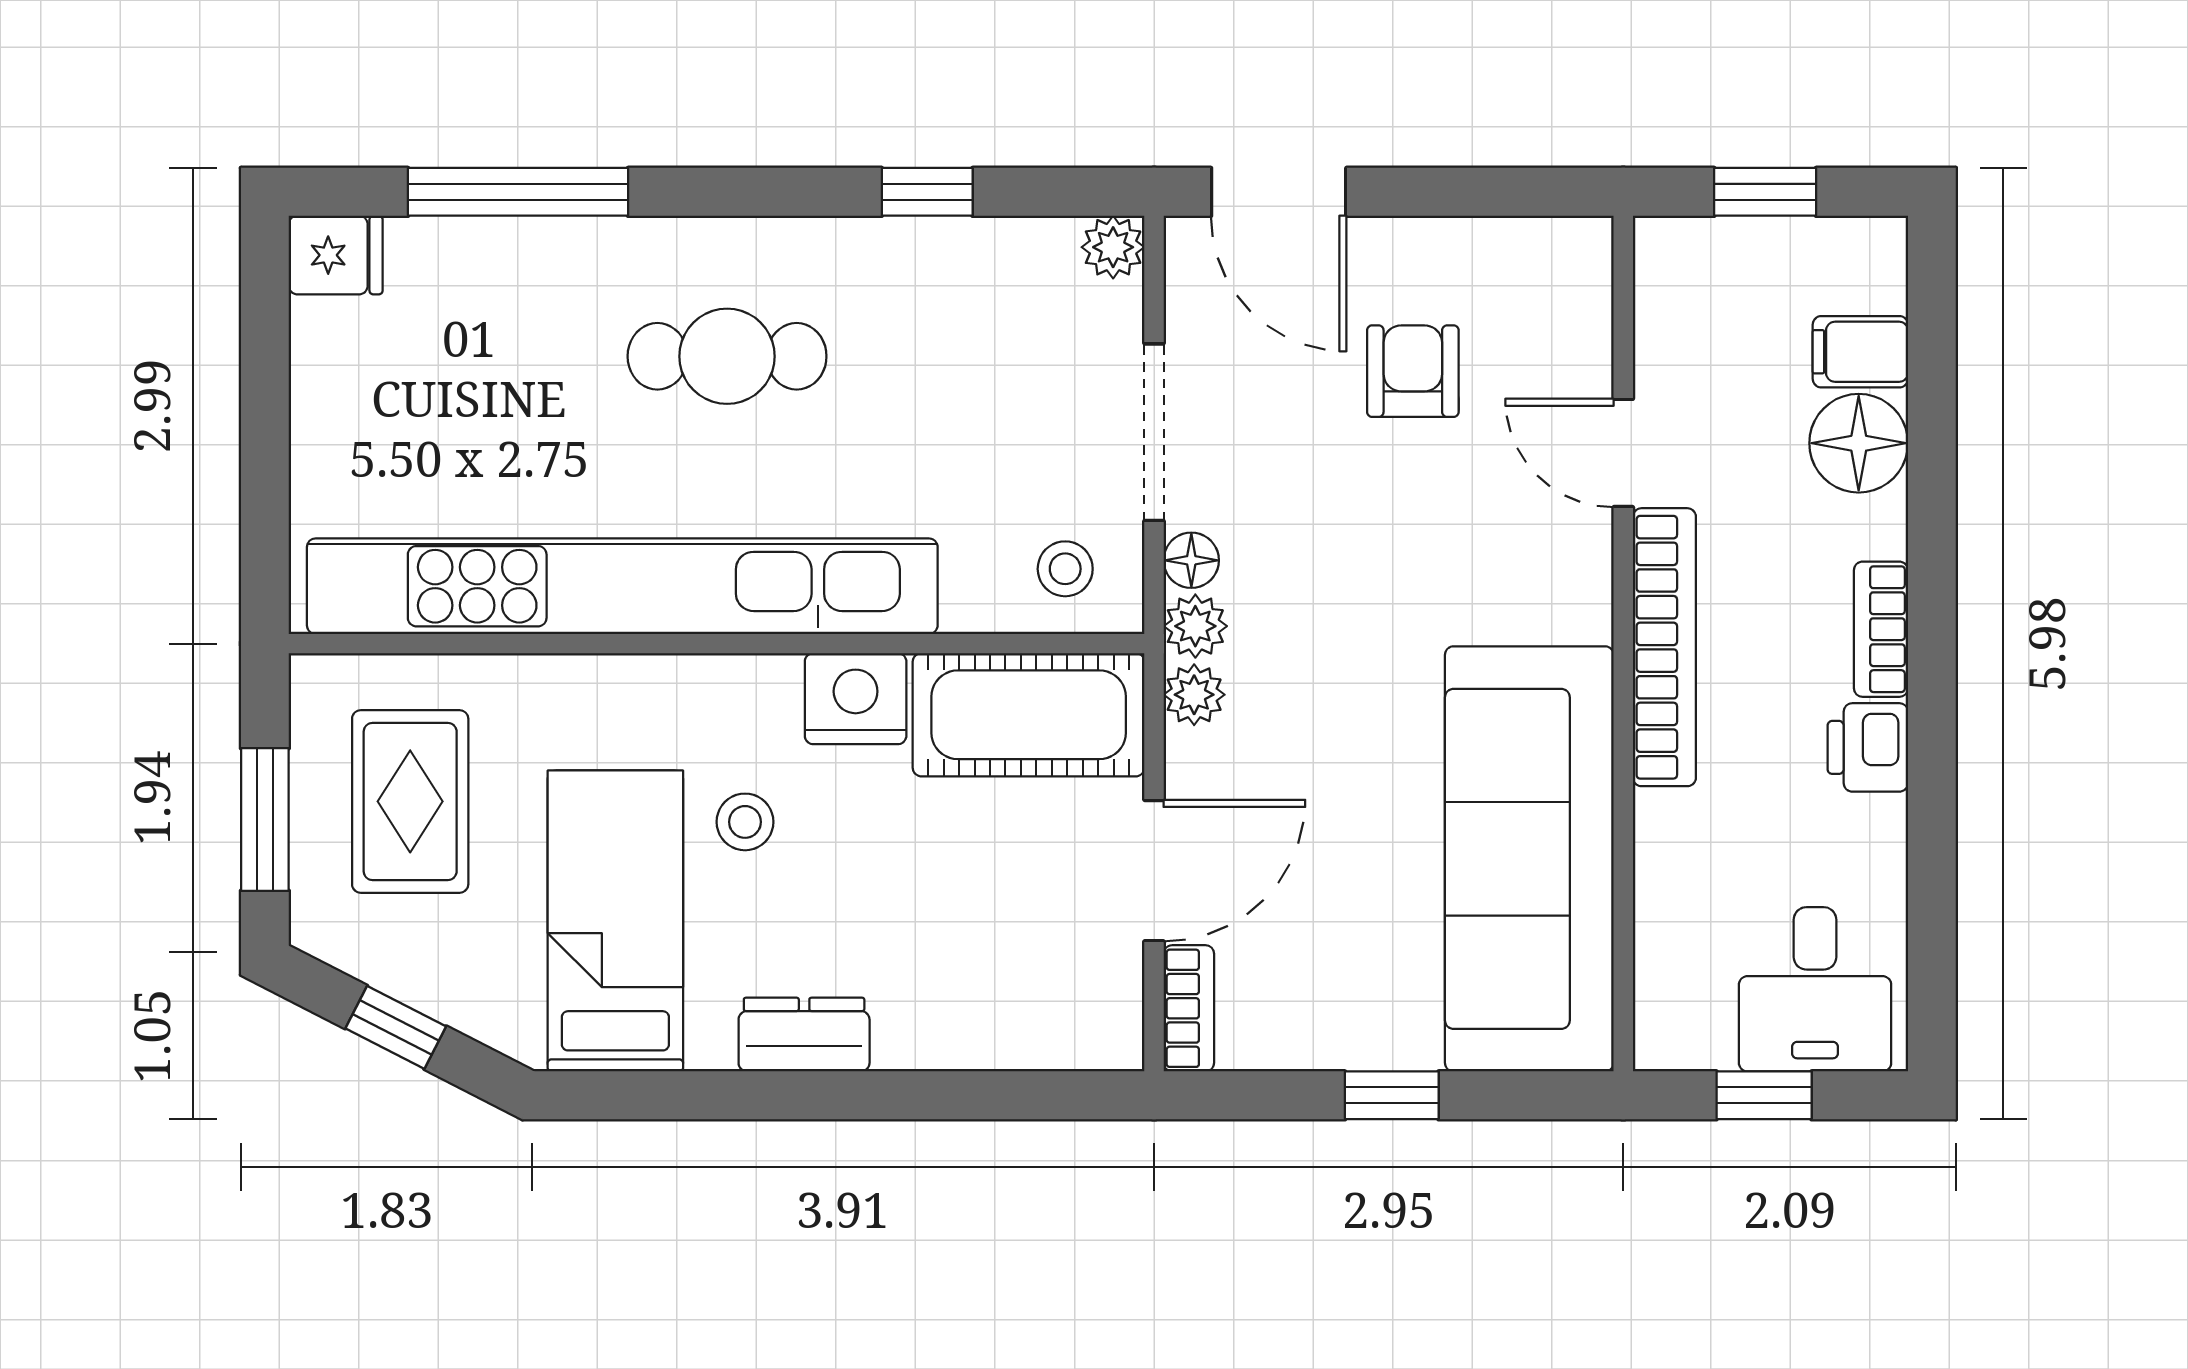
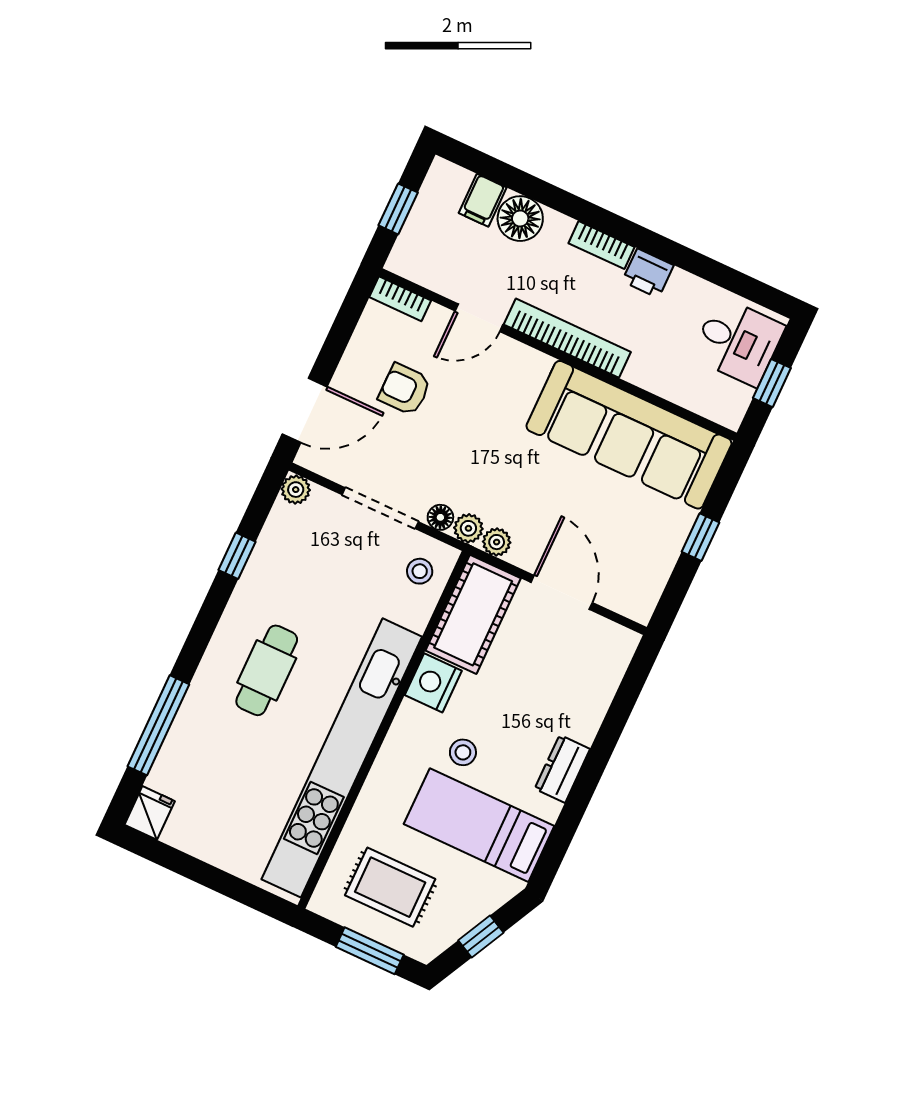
bookcase: (1189, 1008) -> (400, 299), moved, turned 180

